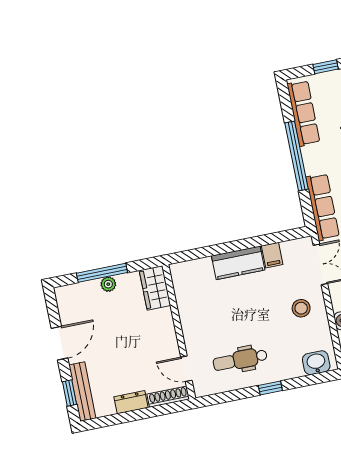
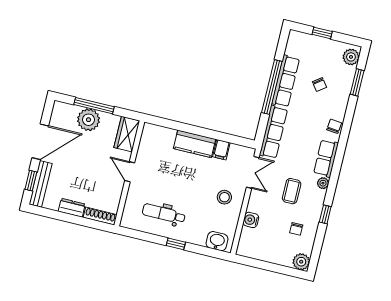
row of seats: (303, 113) -> (286, 81), moved
plant: (108, 284) -> (89, 120), width x1.87, depth x1.87
door: (59, 343) -> (40, 142), width x1.36
door: (186, 369) -> (130, 172), moved

